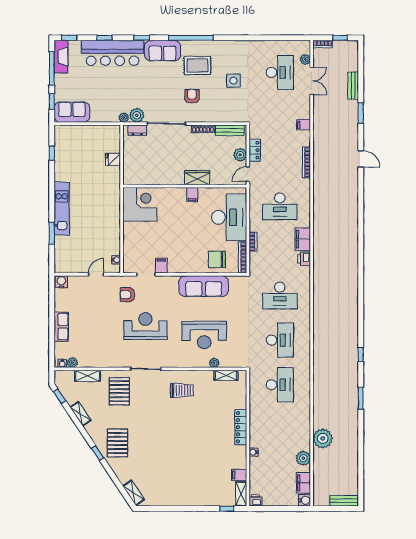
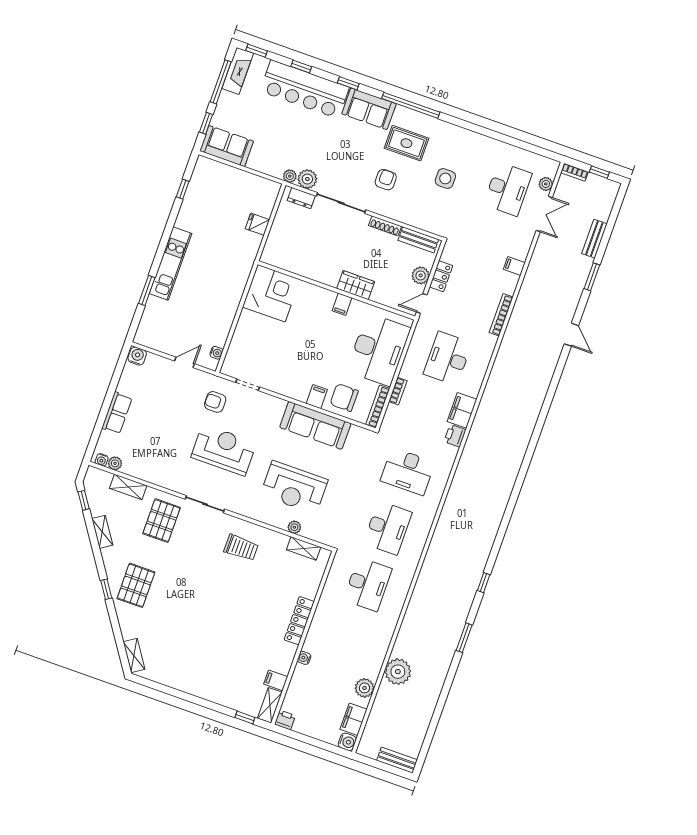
desk: (280, 206) -> (448, 358), turned 90
filing cabinet: (161, 266) -> (317, 397), moved

